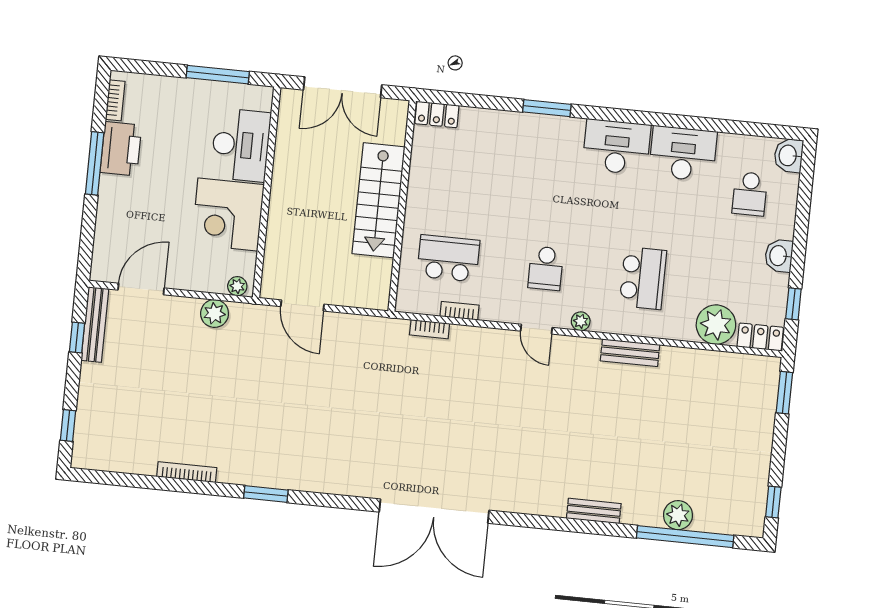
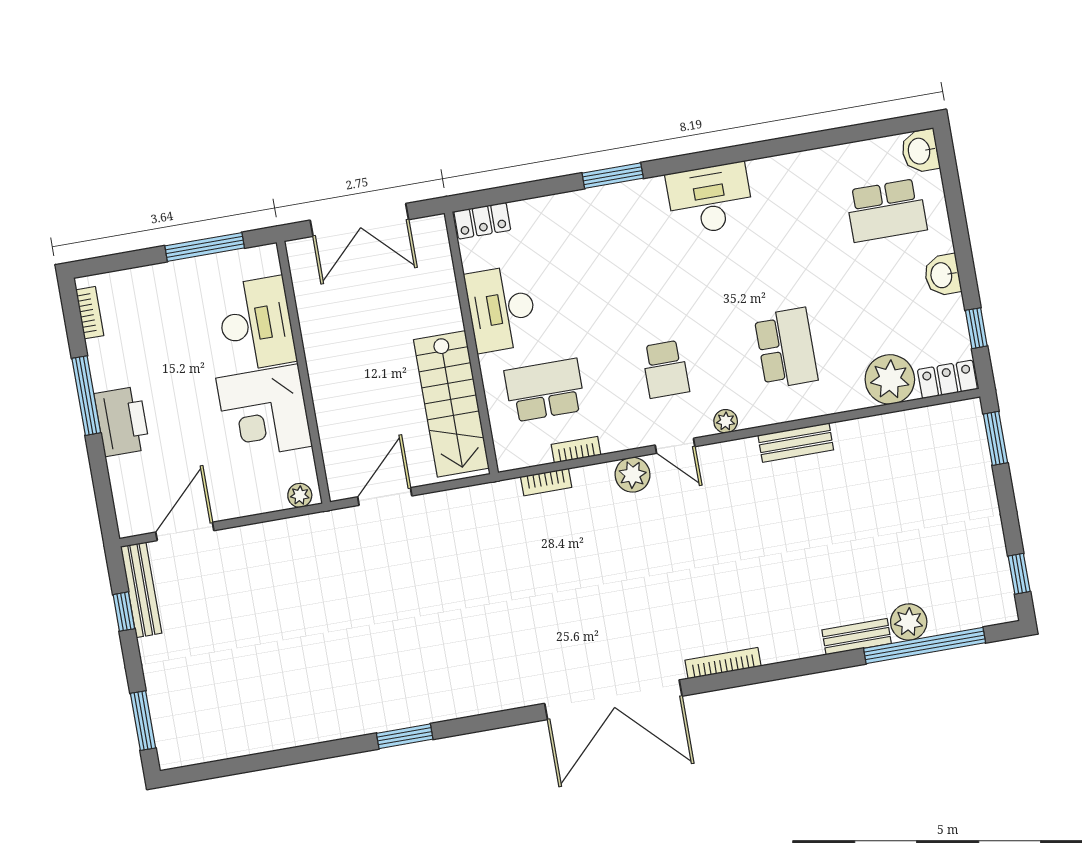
printer: (121, 149) -> (122, 421), moved
desk: (683, 154) -> (501, 309), moved, turned -90
school desk: (750, 194) -> (886, 210), width x1.85
stairs: (379, 200) -> (451, 404), moved
door: (302, 305) -> (385, 496), swing flipped
plant: (215, 313) -> (633, 475), moved
window: (68, 426) -> (143, 721), width x1.50
bookcase: (187, 472) -> (723, 663), moved
bench: (594, 511) -> (857, 637), moved

